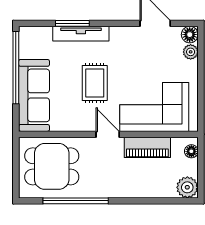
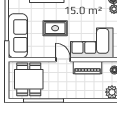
rug: (95, 83) -> (55, 28), turned 90
dining table: (52, 166) -> (29, 79), turned 90

